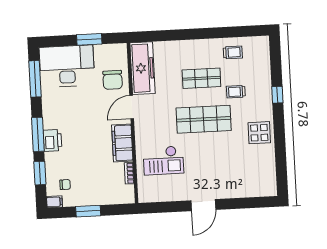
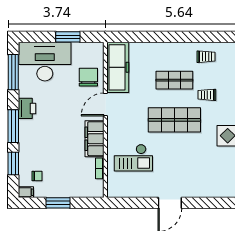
chair: (113, 80) -> (88, 77), turned 180
printer: (52, 140) -> (27, 108), moved

